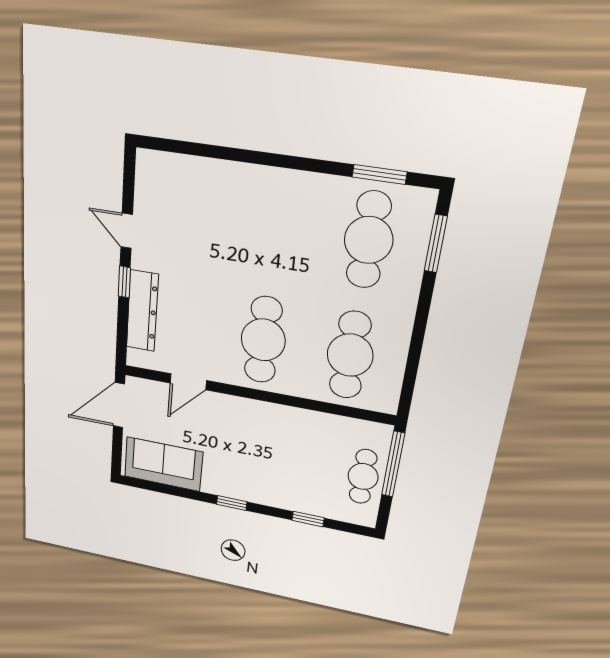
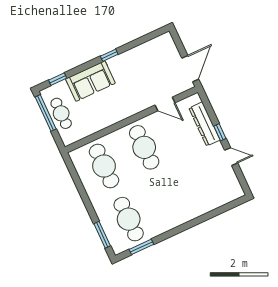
door: (188, 382) -> (165, 104), swing flipped
sofa: (163, 464) -> (90, 81), moved
window: (393, 464) -> (46, 113), moved
window: (308, 519) -> (58, 79), moved

